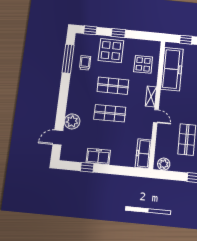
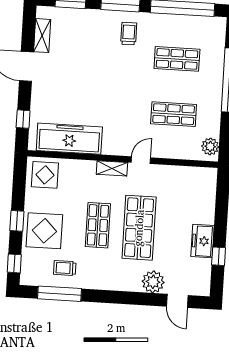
display table: (143, 64) -> (45, 175), moved
shop shelf: (110, 113) -> (139, 228), width x1.43, depth x1.36
freezer: (143, 154) -> (196, 176), removed

